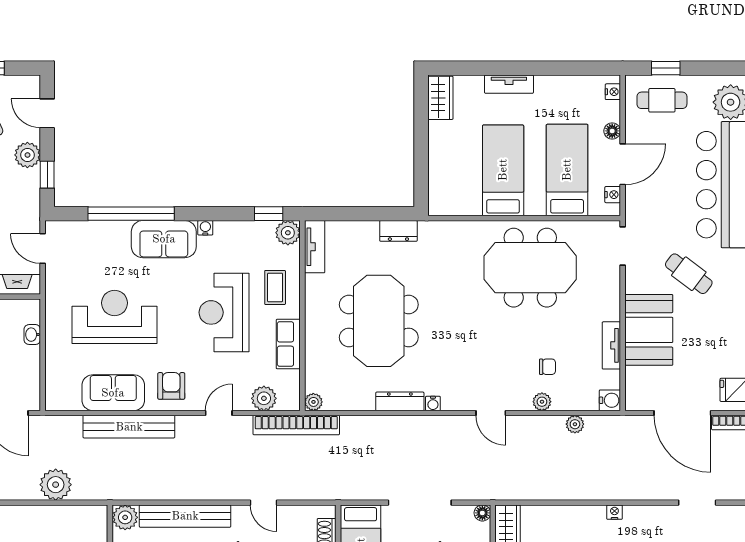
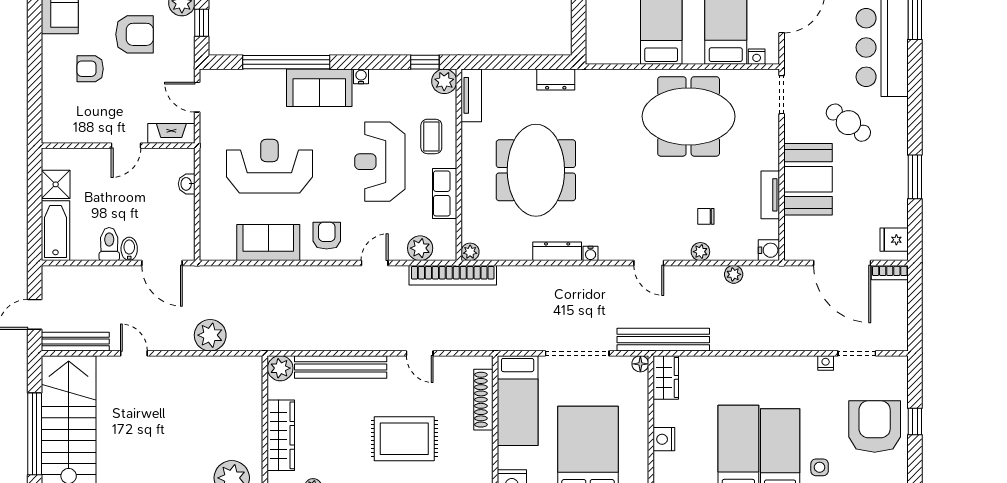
nightstand: (613, 195) -> (757, 57), moved, turned 90
chair: (547, 367) -> (706, 216), turned 180
bench: (129, 427) -> (663, 340), moved
nightstand: (614, 512) -> (826, 363), moved

